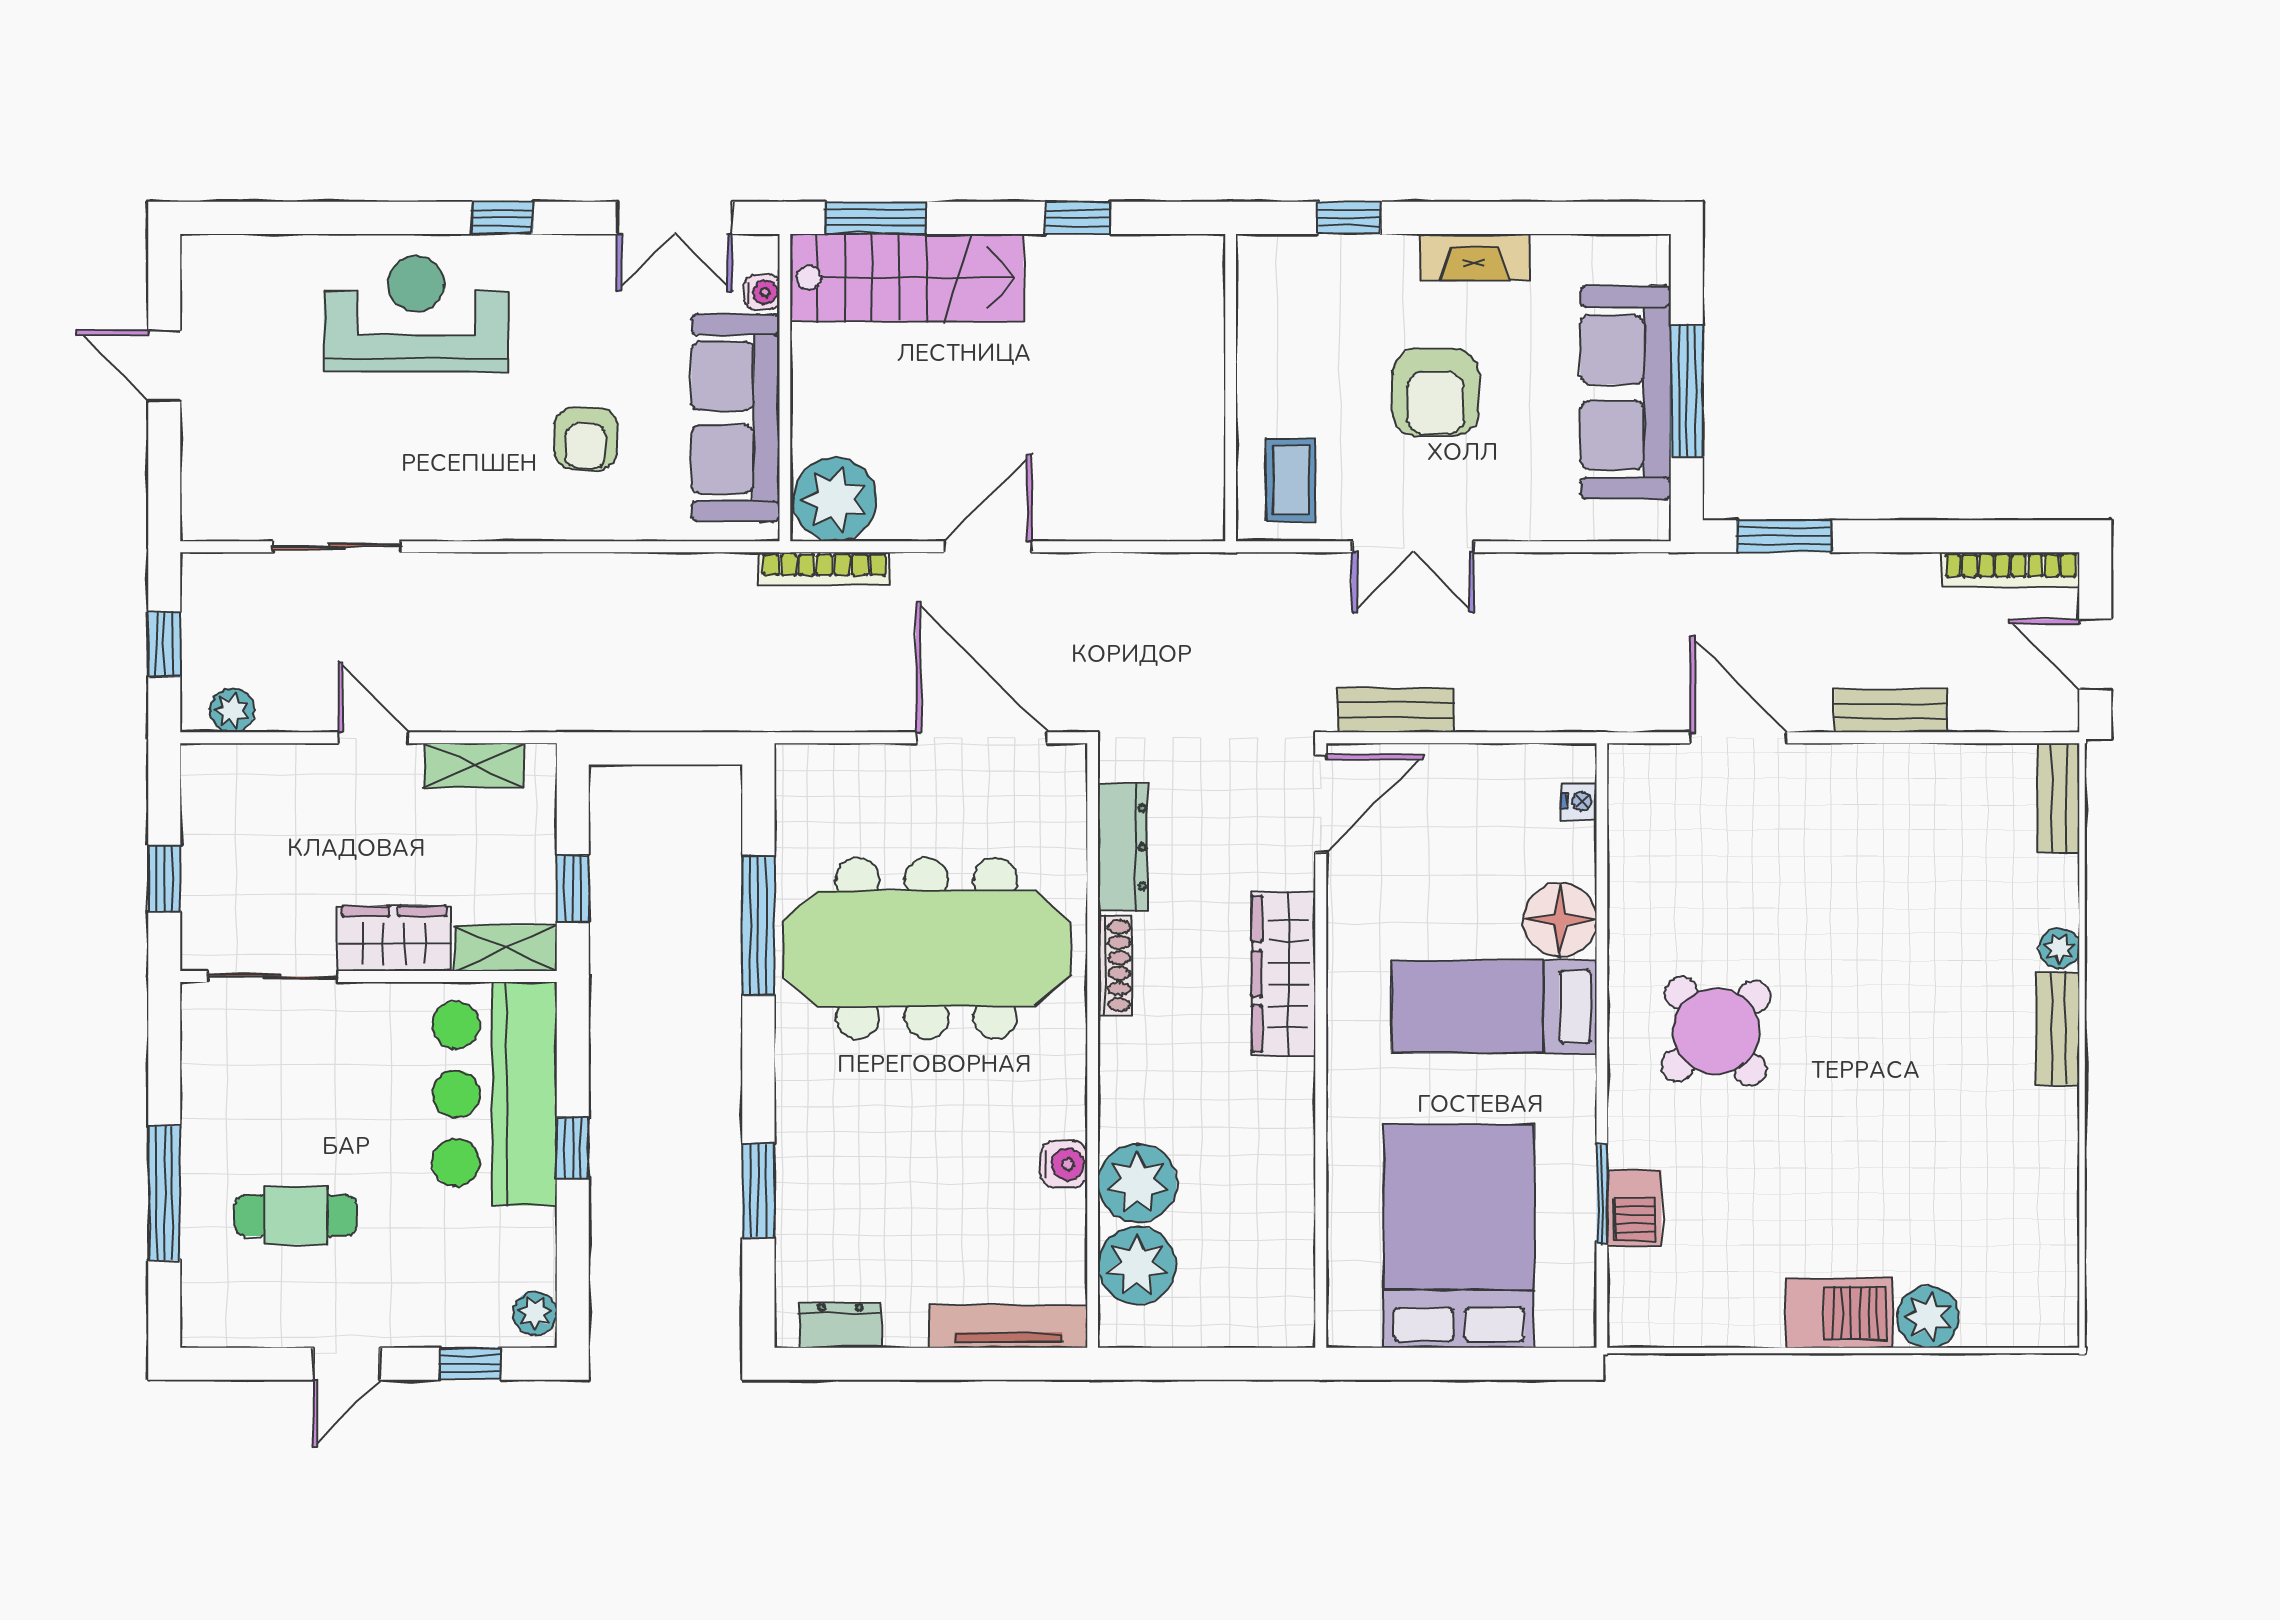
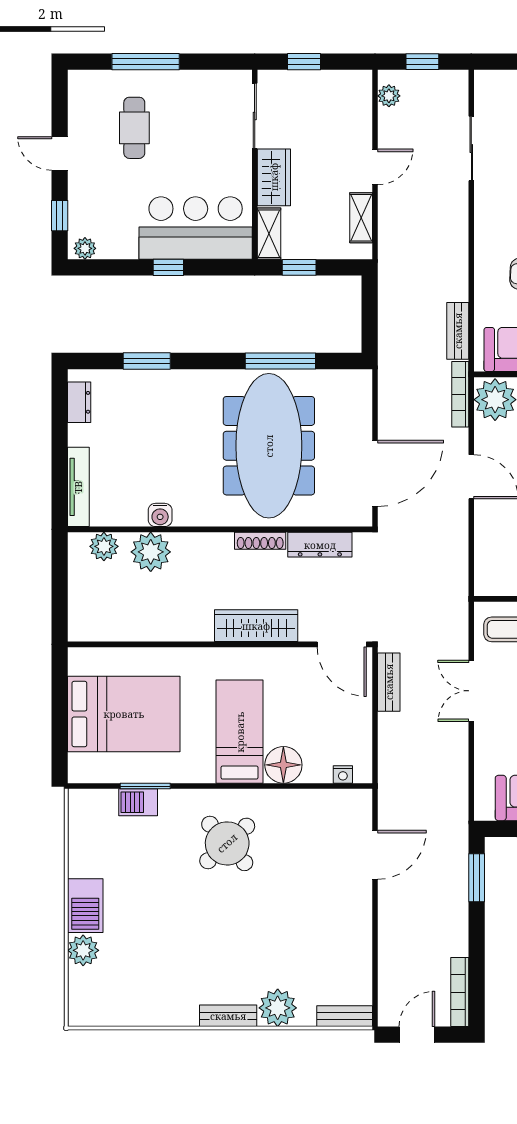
bench: (1891, 711) -> (458, 331), moved
plant: (2059, 948) -> (278, 1008), width x1.88, depth x1.88
plant: (1137, 1265) -> (104, 546), width x0.73, depth x0.73

